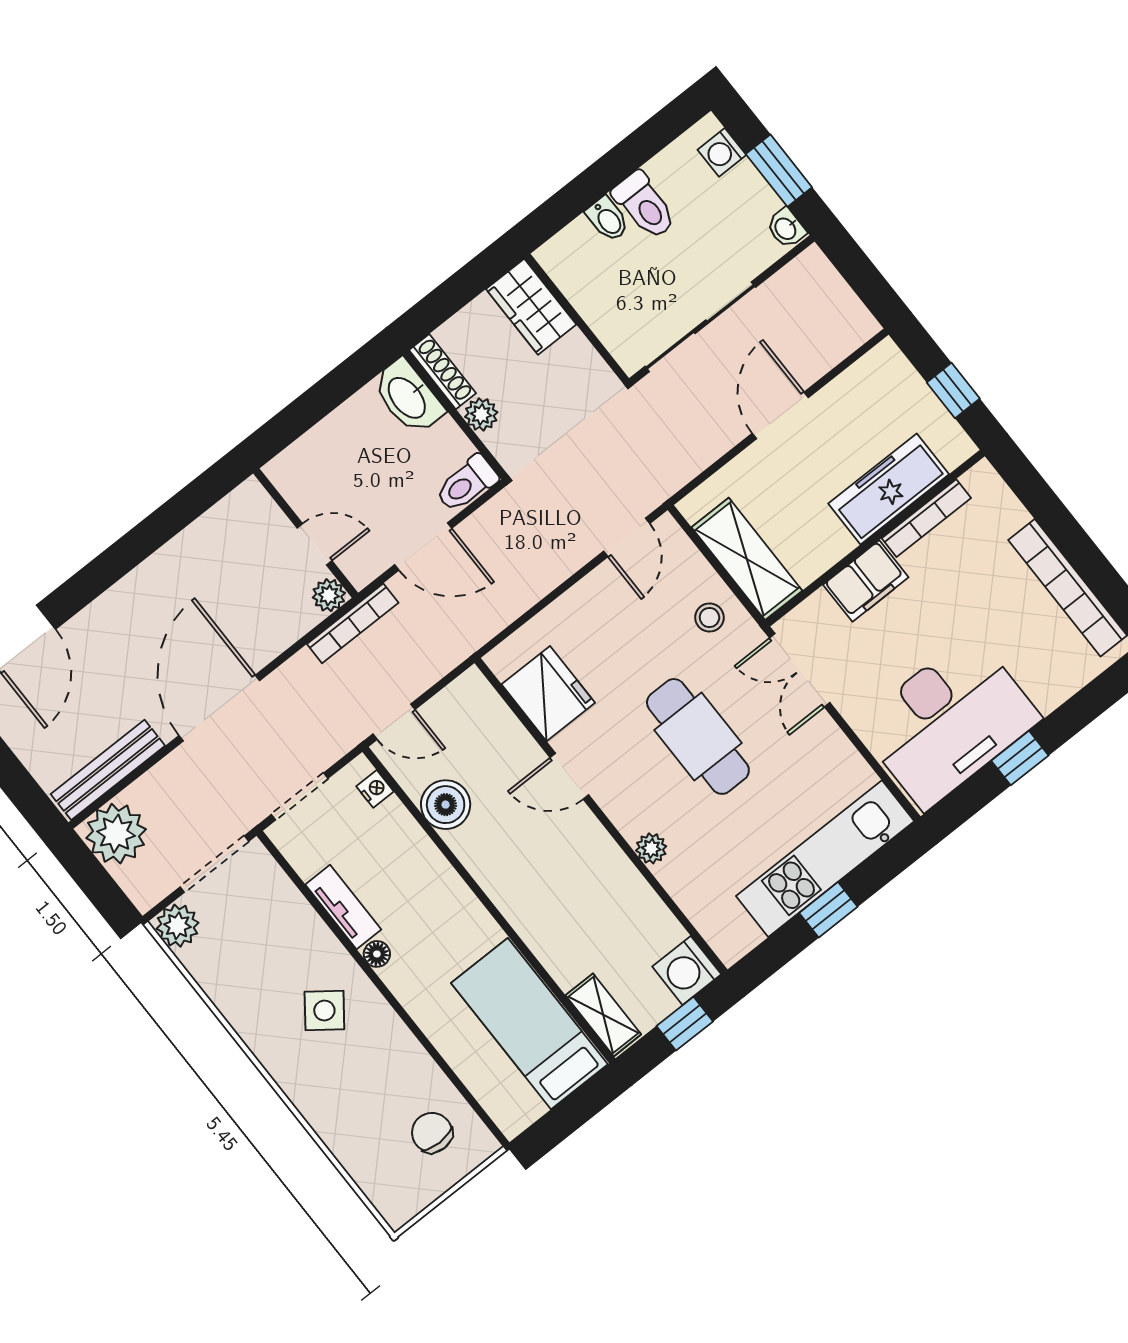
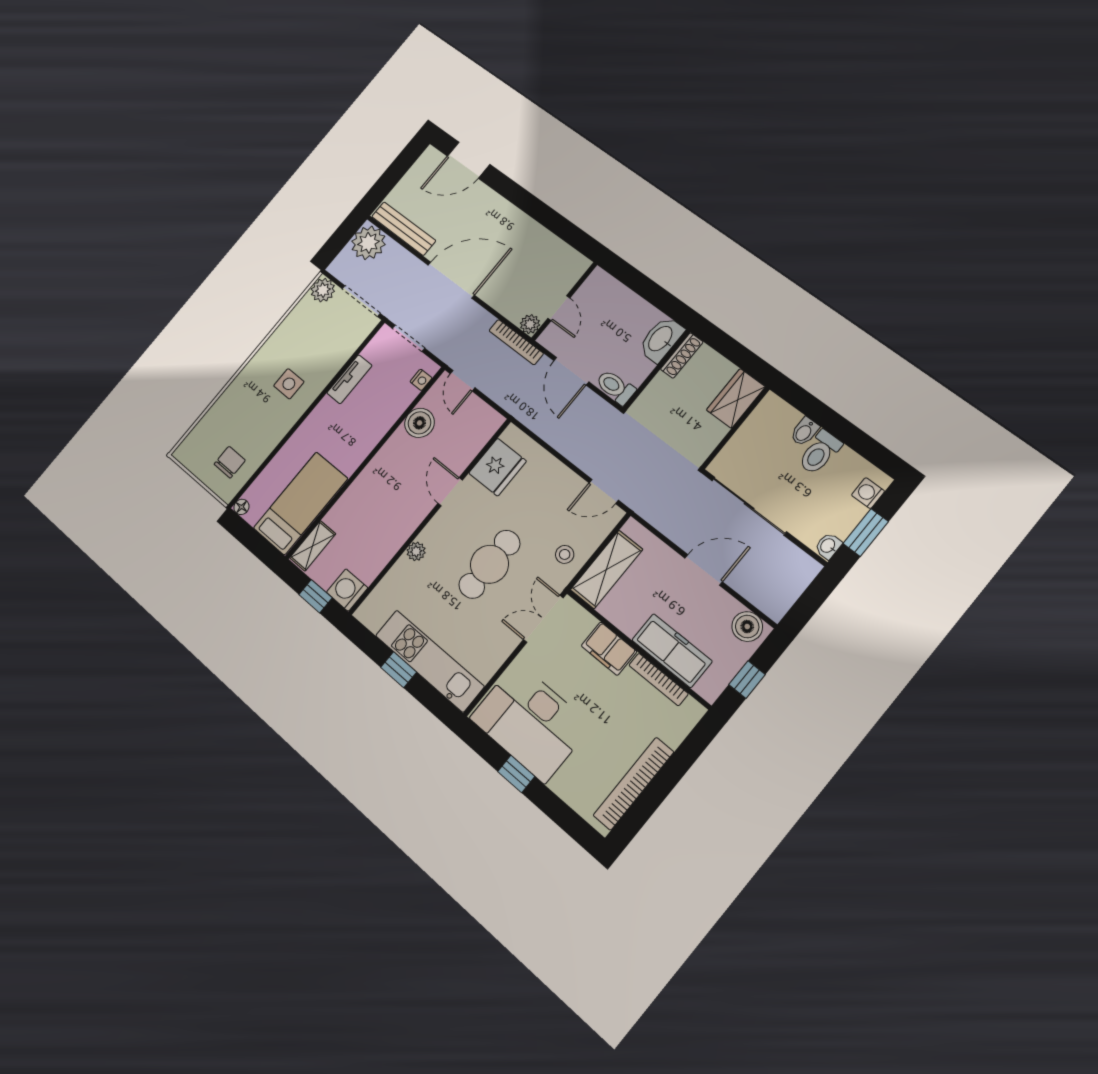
boiler: (877, 372) -> (747, 627), added
plant: (481, 414) -> (660, 385), removed
floor lamp: (377, 954) -> (241, 507), moved
side table: (324, 1010) -> (289, 384), turned -37

